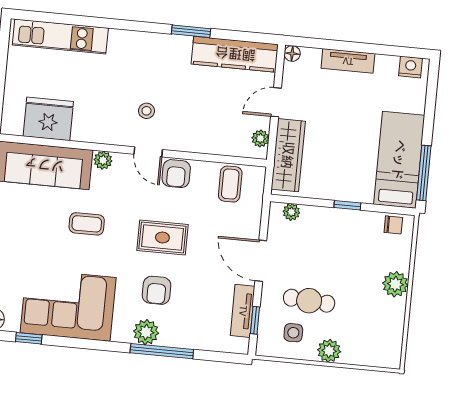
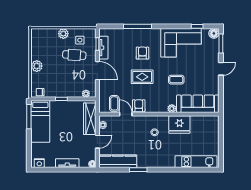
fridge: (48, 119) -> (179, 125), moved
door: (148, 152) -> (126, 114), moved
plant: (146, 332) -> (145, 34), removed

